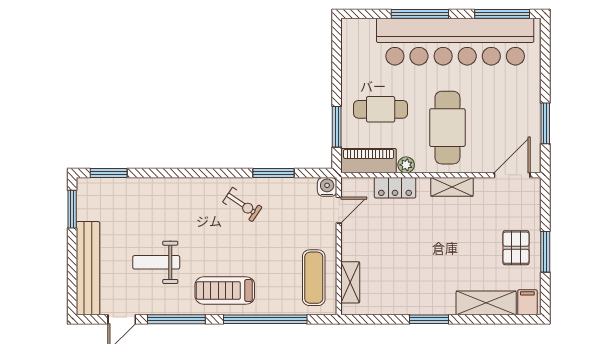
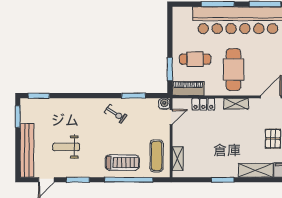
plant: (406, 165) -> (210, 91), removed
treadmill: (225, 290) -> (122, 163), moved, turned 180
window: (176, 319) -> (78, 180), width x0.69

